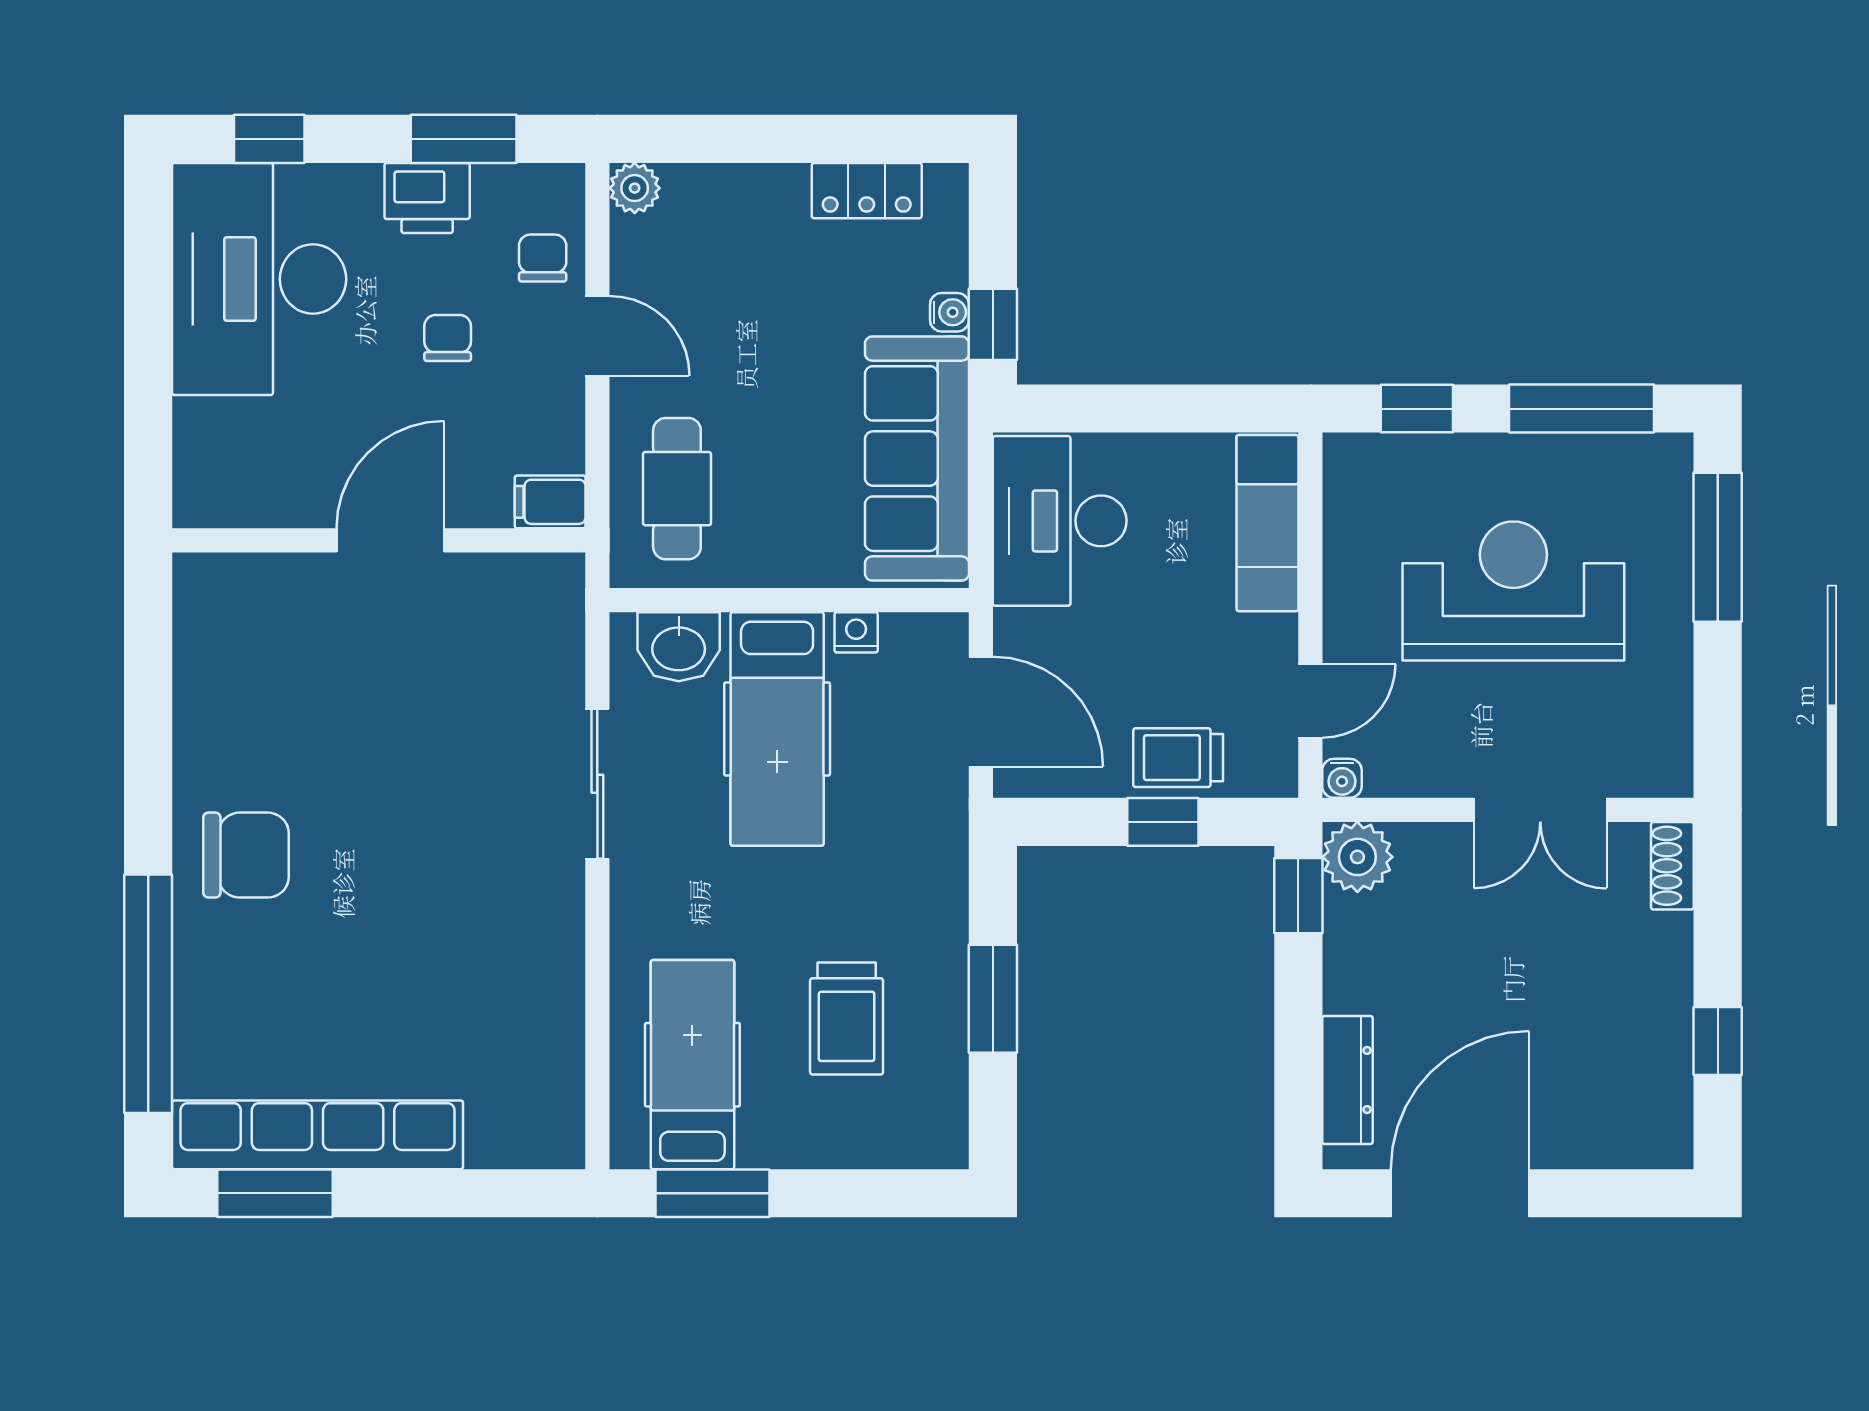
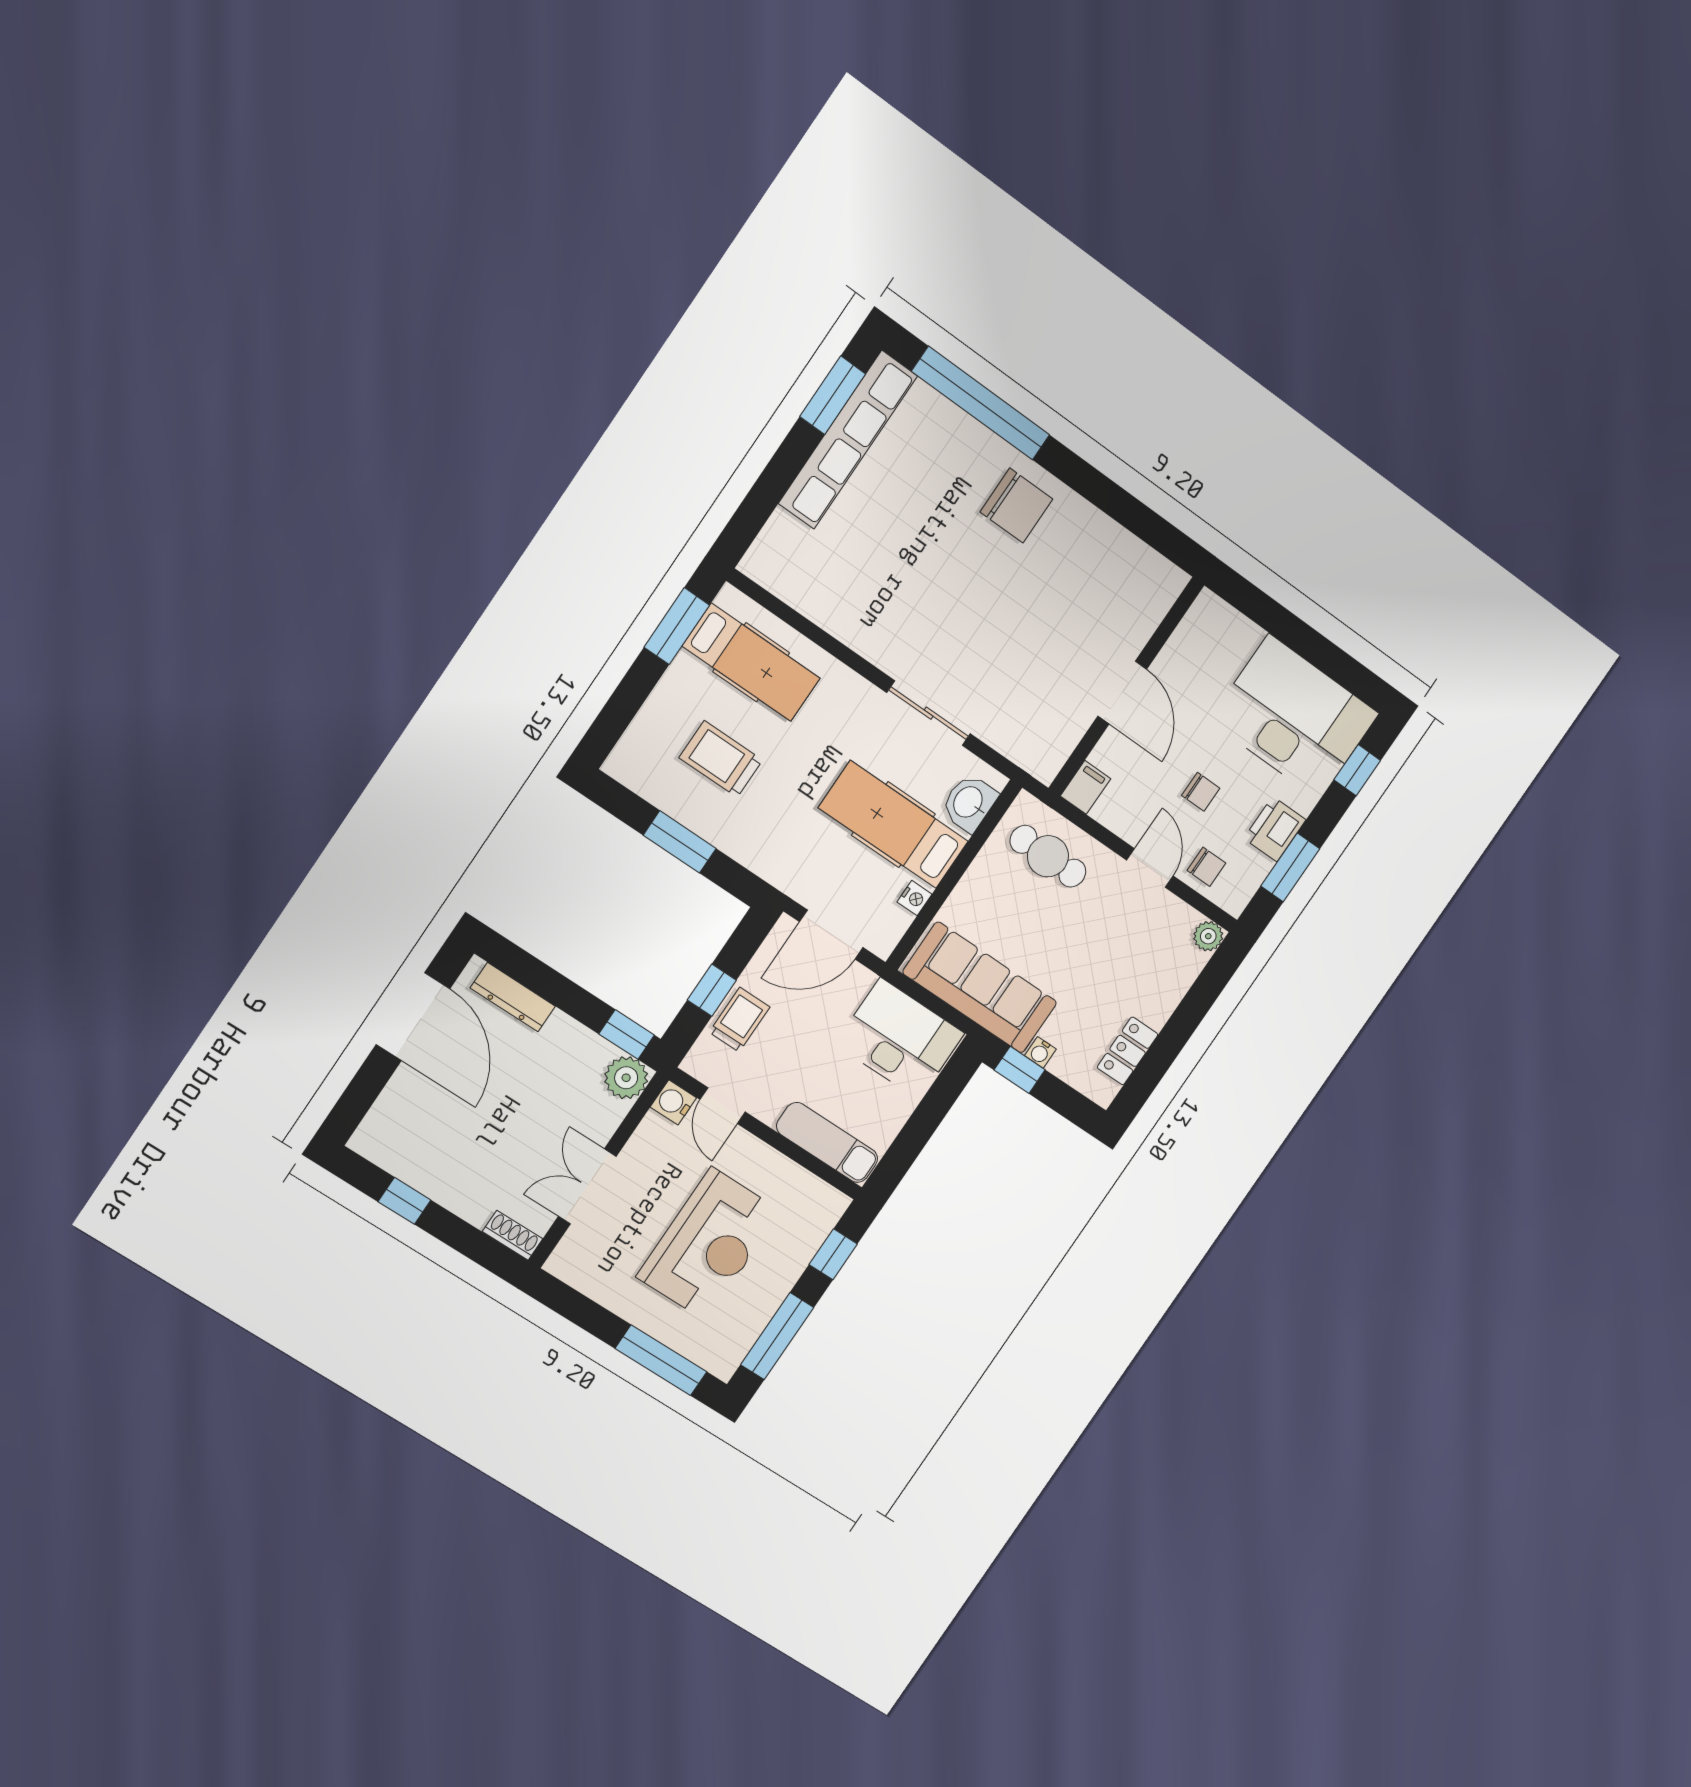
door: (597, 336) -> (1150, 868), swing flipped
water cooler: (1342, 778) -> (673, 1102), width x1.38, depth x1.38
chair: (246, 855) -> (1016, 506), turned -90

